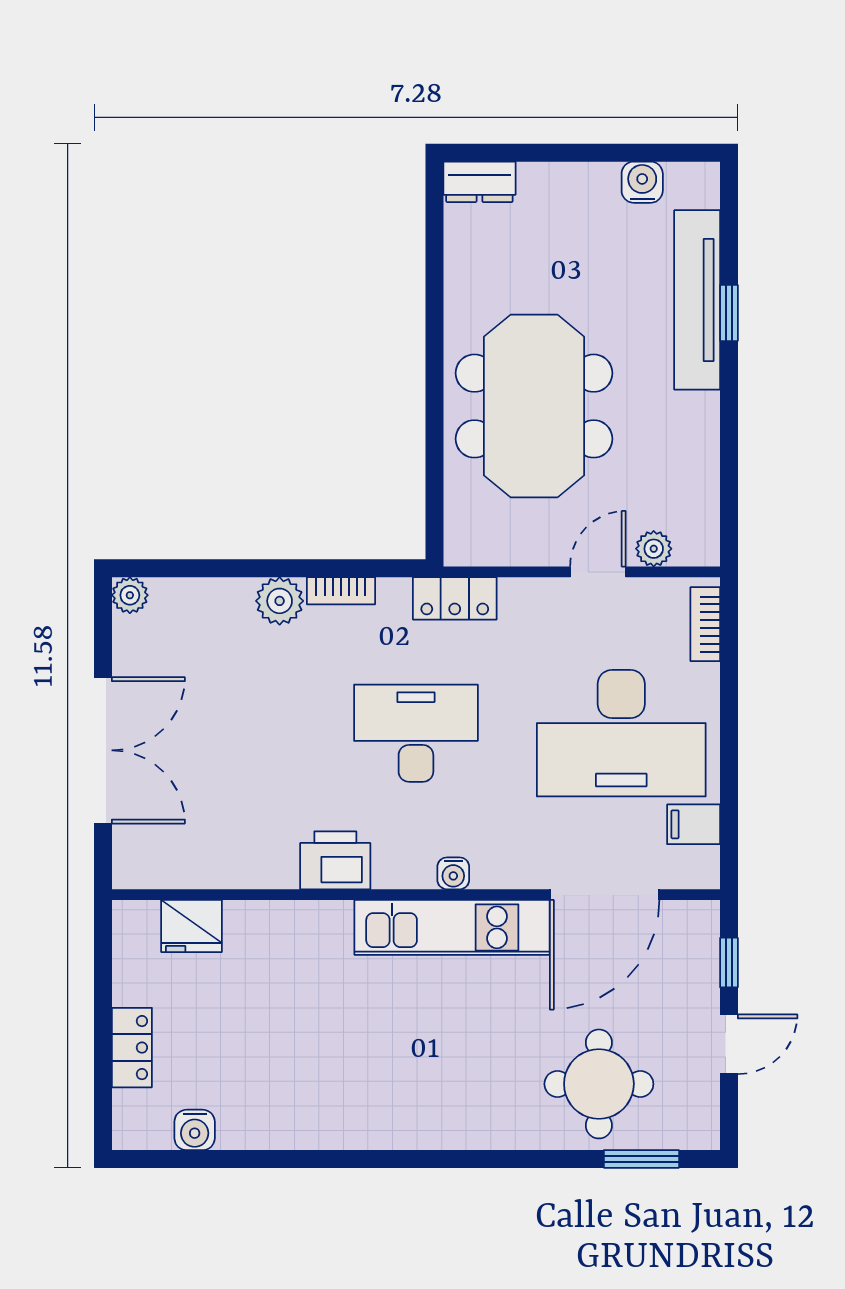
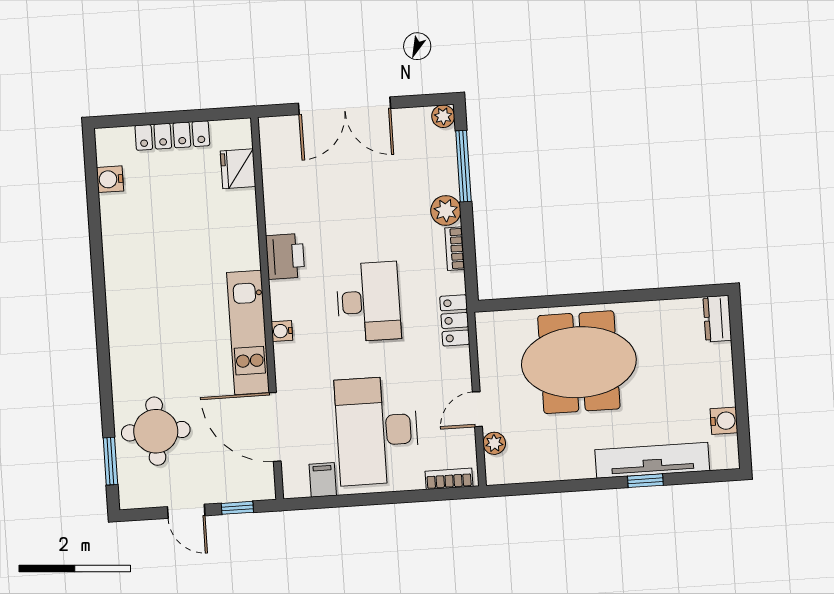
window: (211, 568) -> (463, 166), added
door: (598, 572) -> (477, 409), swing flipped
locker: (132, 1048) -> (172, 136), width x1.53

